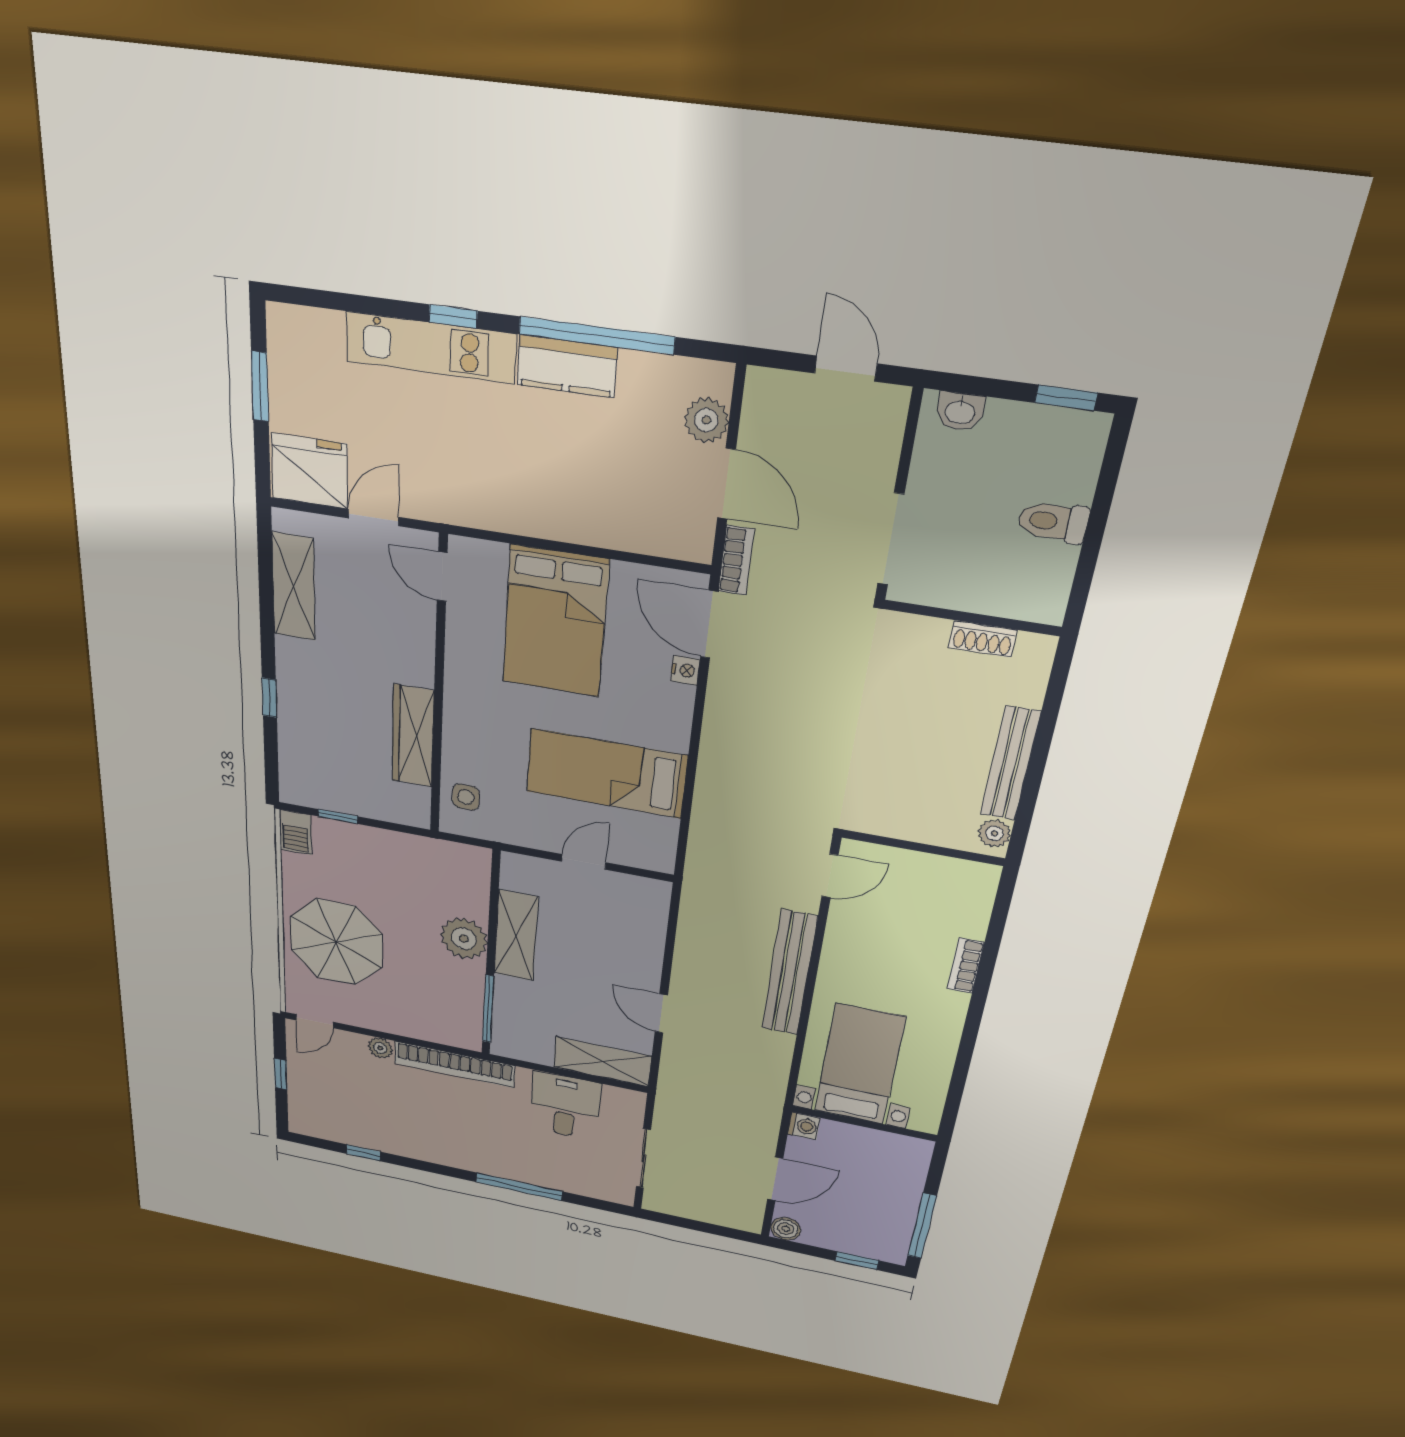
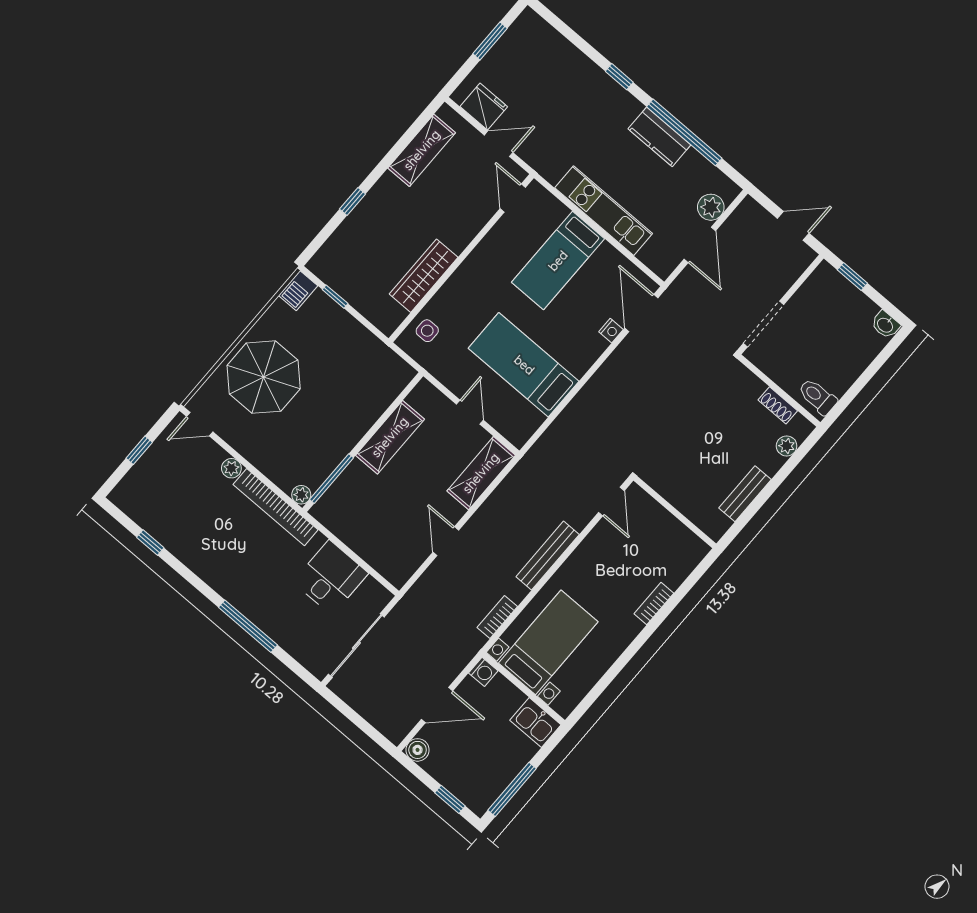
kitchen unit: (430, 348) -> (604, 211), moved, turned 180
door: (846, 369) -> (793, 226), hinge flipped
window: (1066, 398) -> (852, 276), moved
washbasin: (960, 412) -> (885, 325), moved
fridge: (310, 471) -> (484, 107), width x0.73, depth x0.75
toilet: (1053, 522) -> (817, 397), moved
bookcase: (736, 560) -> (497, 617), moved, turned 180
bed: (555, 622) -> (558, 261), width x0.67
bench: (1010, 764) -> (745, 494), width x0.73
plant: (994, 833) -> (787, 446), moved
door: (584, 862) -> (470, 412), hinge flipped
door: (830, 876) -> (611, 502), hinge flipped
plant: (464, 939) -> (301, 495), moved, width x0.53, depth x0.53
bench: (789, 973) -> (548, 556), width x0.73, depth x0.82
shelving: (602, 1062) -> (481, 473), moved, turned 90
kitchen sink: (903, 1151) -> (535, 723), added
sliding door: (643, 1158) -> (356, 646), width x1.37

